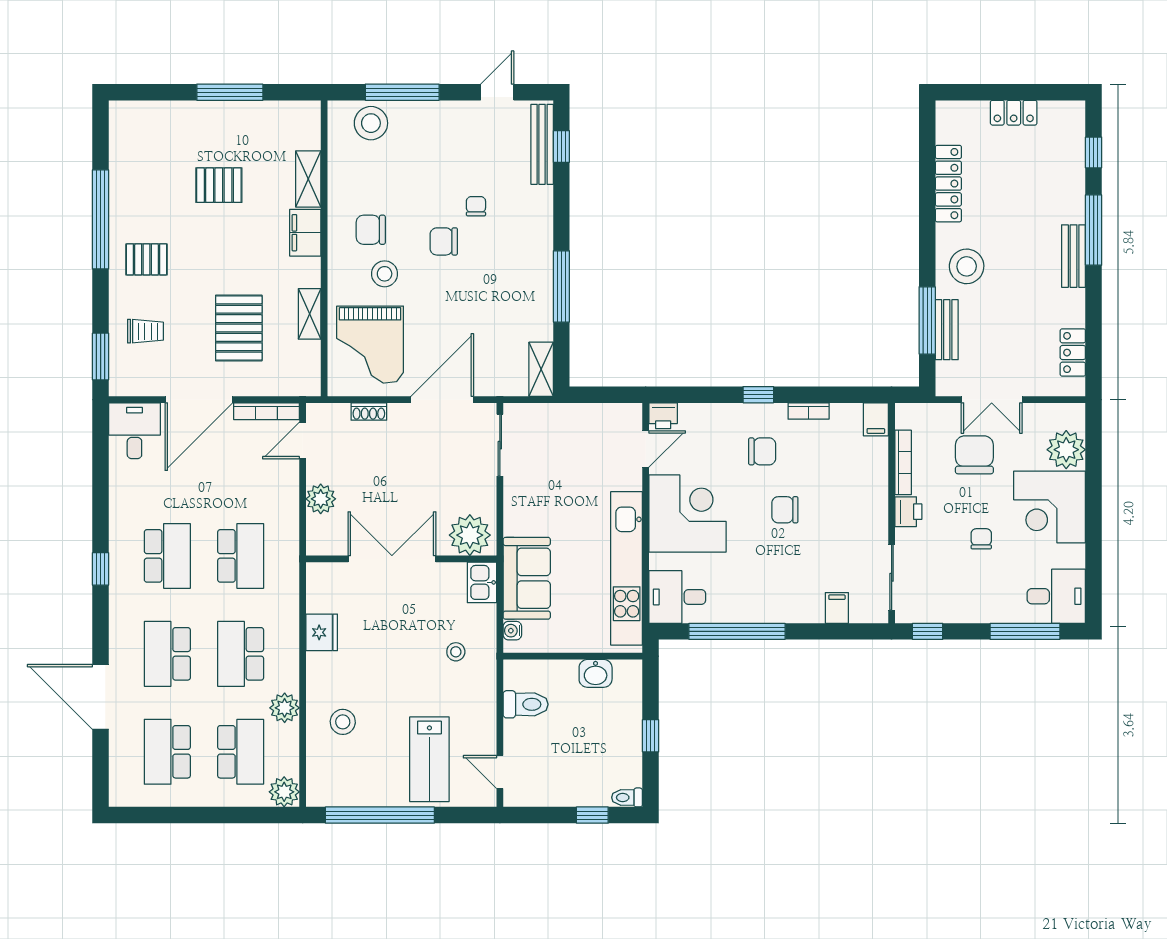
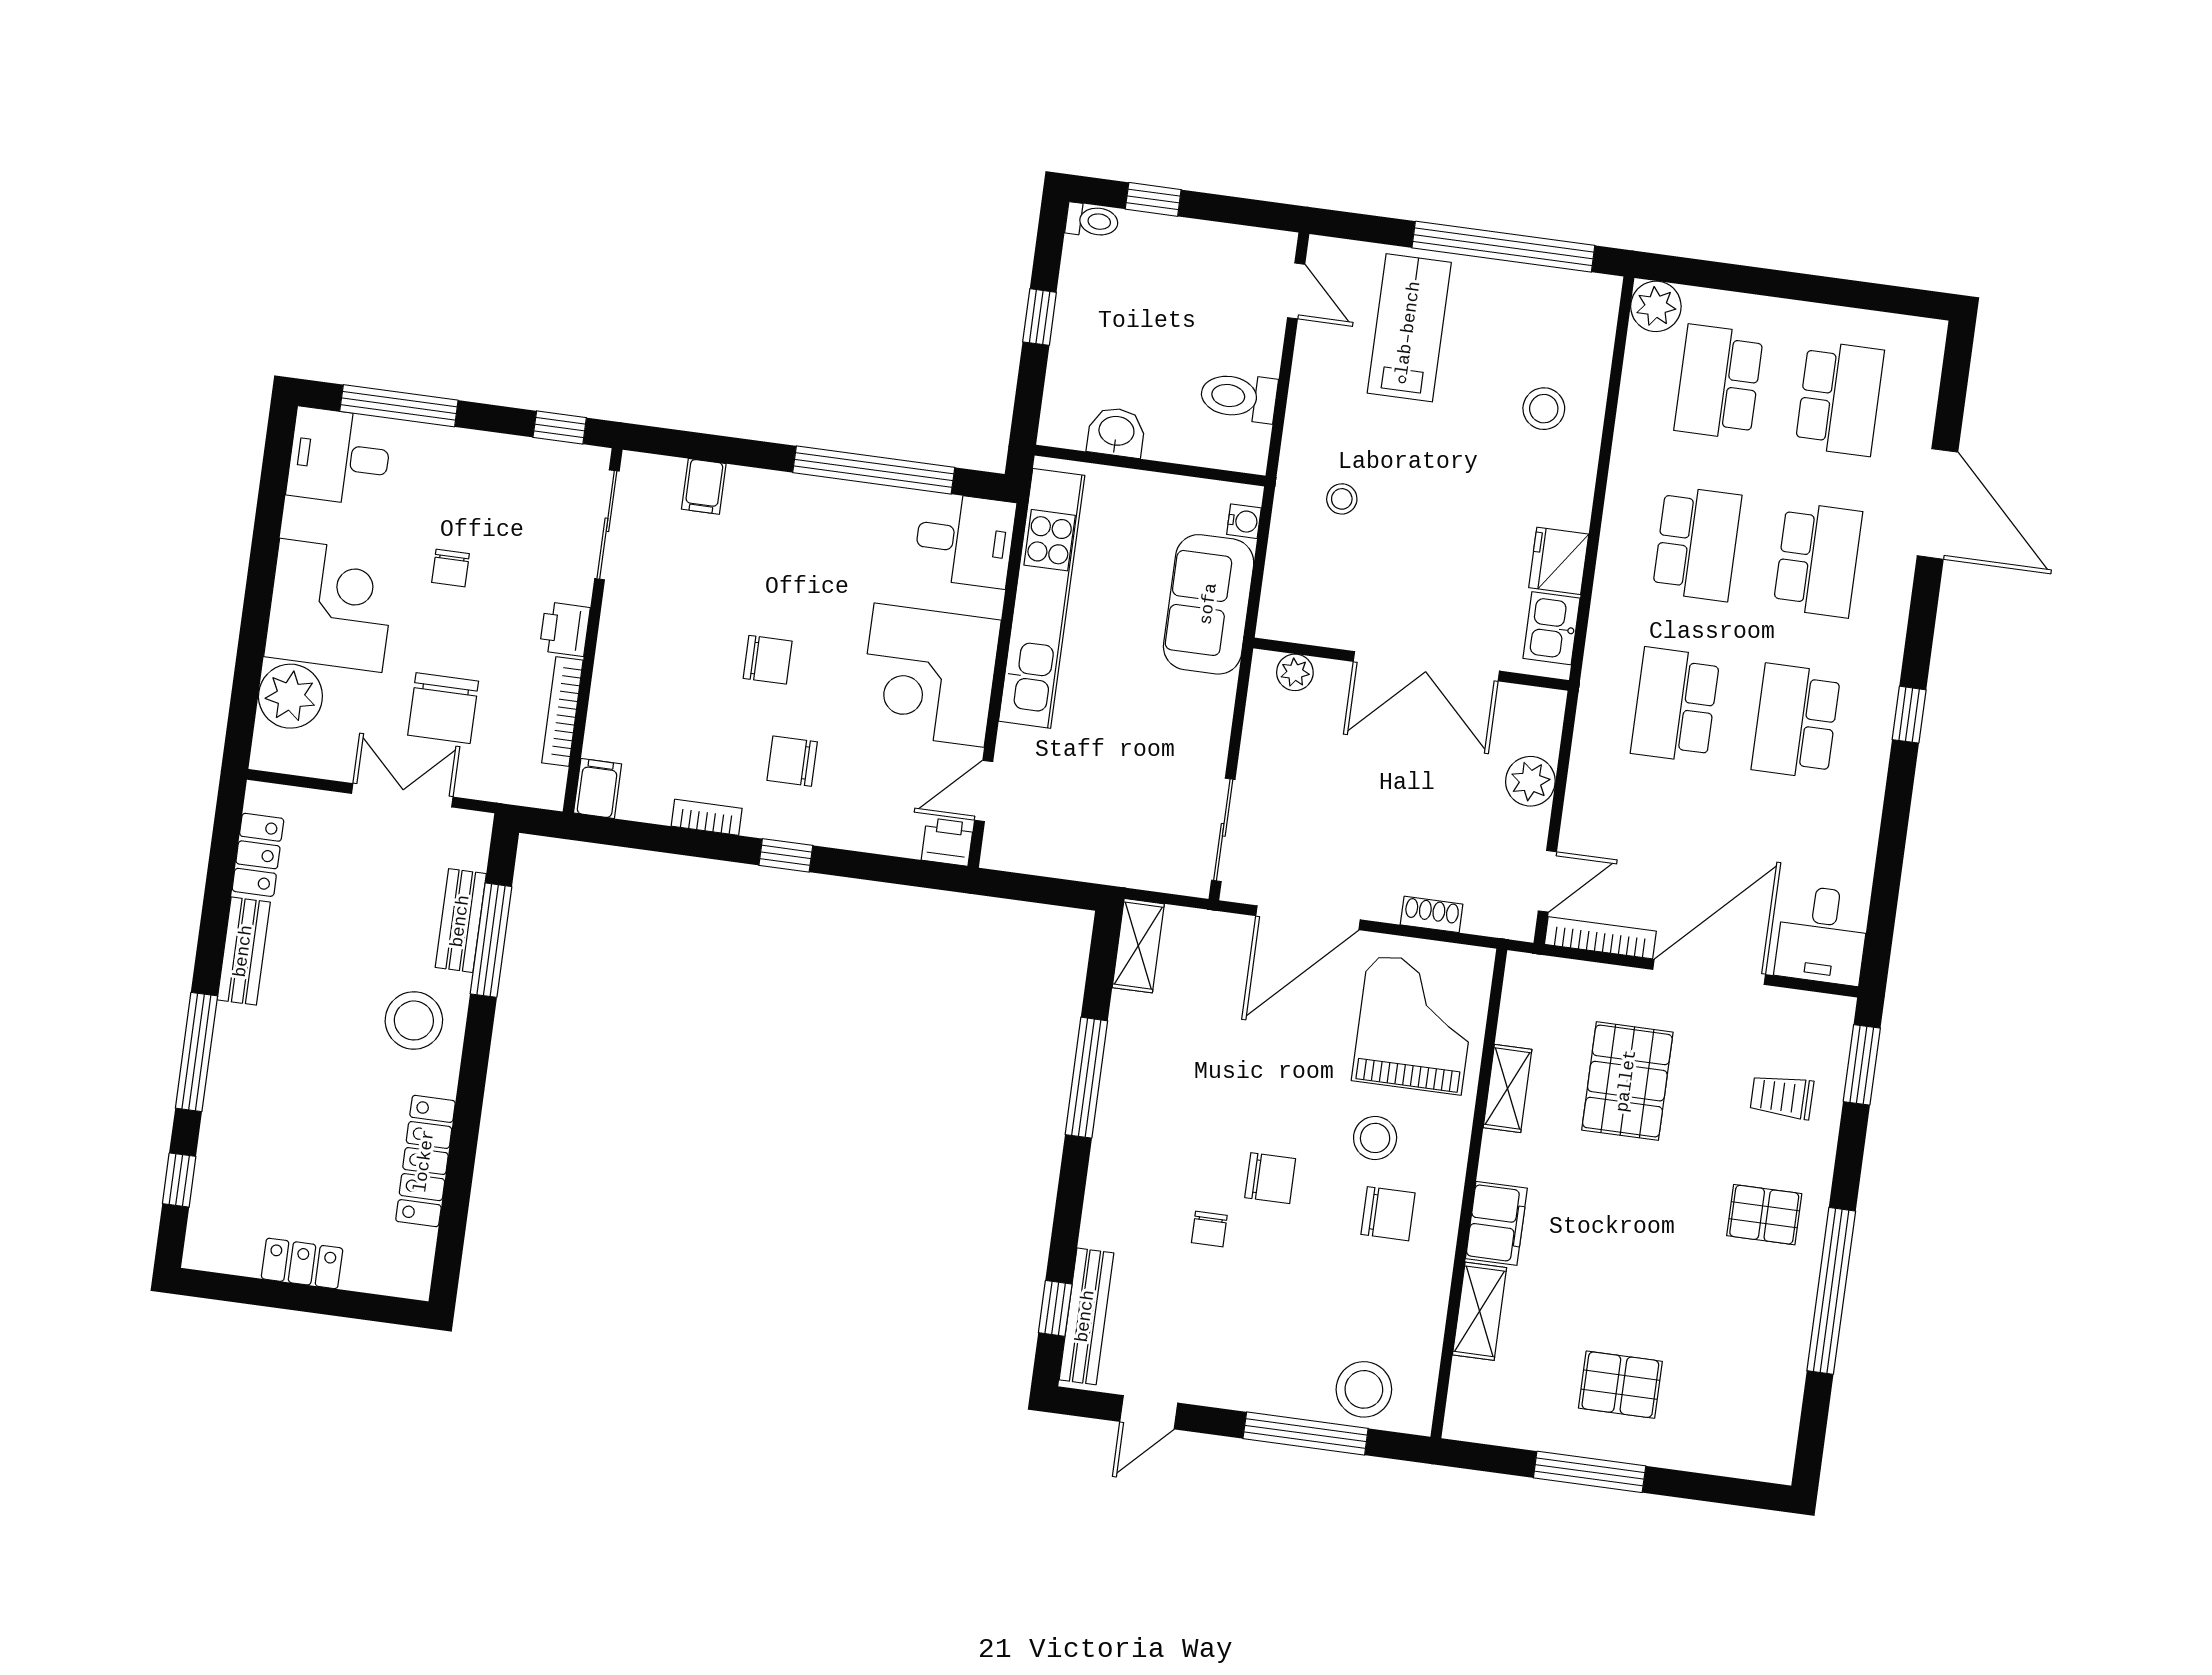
pallet: (219, 185) -> (1620, 1385), moved
bench: (1074, 256) -> (244, 951), moved
plant: (470, 535) -> (1295, 672), width x0.53, depth x0.53
kitchen sink: (482, 582) -> (1552, 628), moved, turned 180
plant: (285, 708) -> (1637, 445), removed

